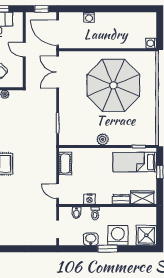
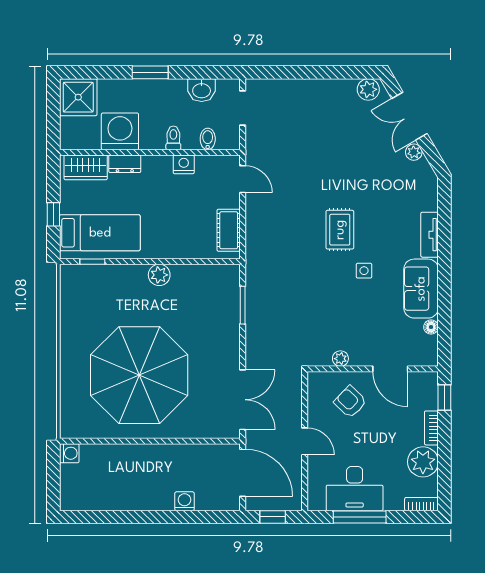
washing machine: (118, 235) -> (120, 131), moved, turned 180
washbasin: (91, 239) -> (202, 90), moved

